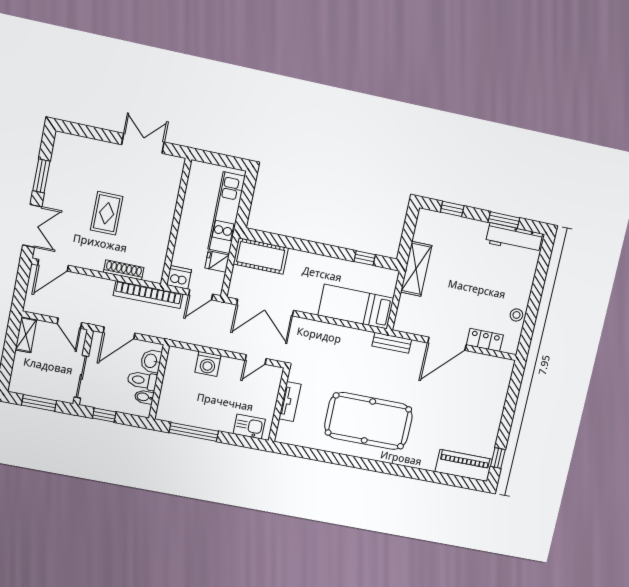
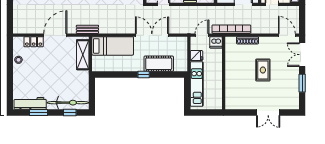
double door: (143, 143) -> (268, 113), moved
bicycle: (451, 226) -> (68, 103), added
cot: (261, 256) -> (159, 64), moved
window: (365, 258) -> (144, 75), moved
door: (53, 265) -> (287, 35), hinge flipped
shelving: (416, 269) -> (83, 55), moved
double door: (265, 308) -> (152, 35), moved

